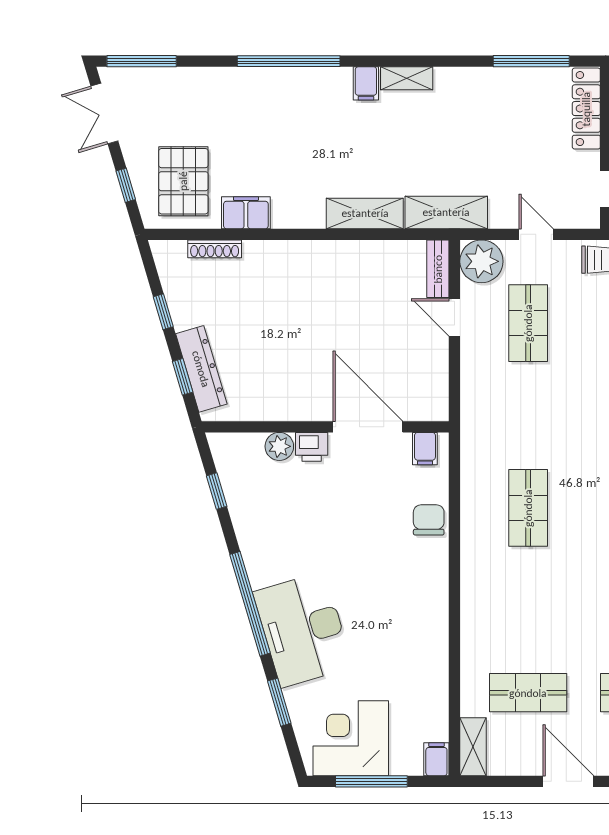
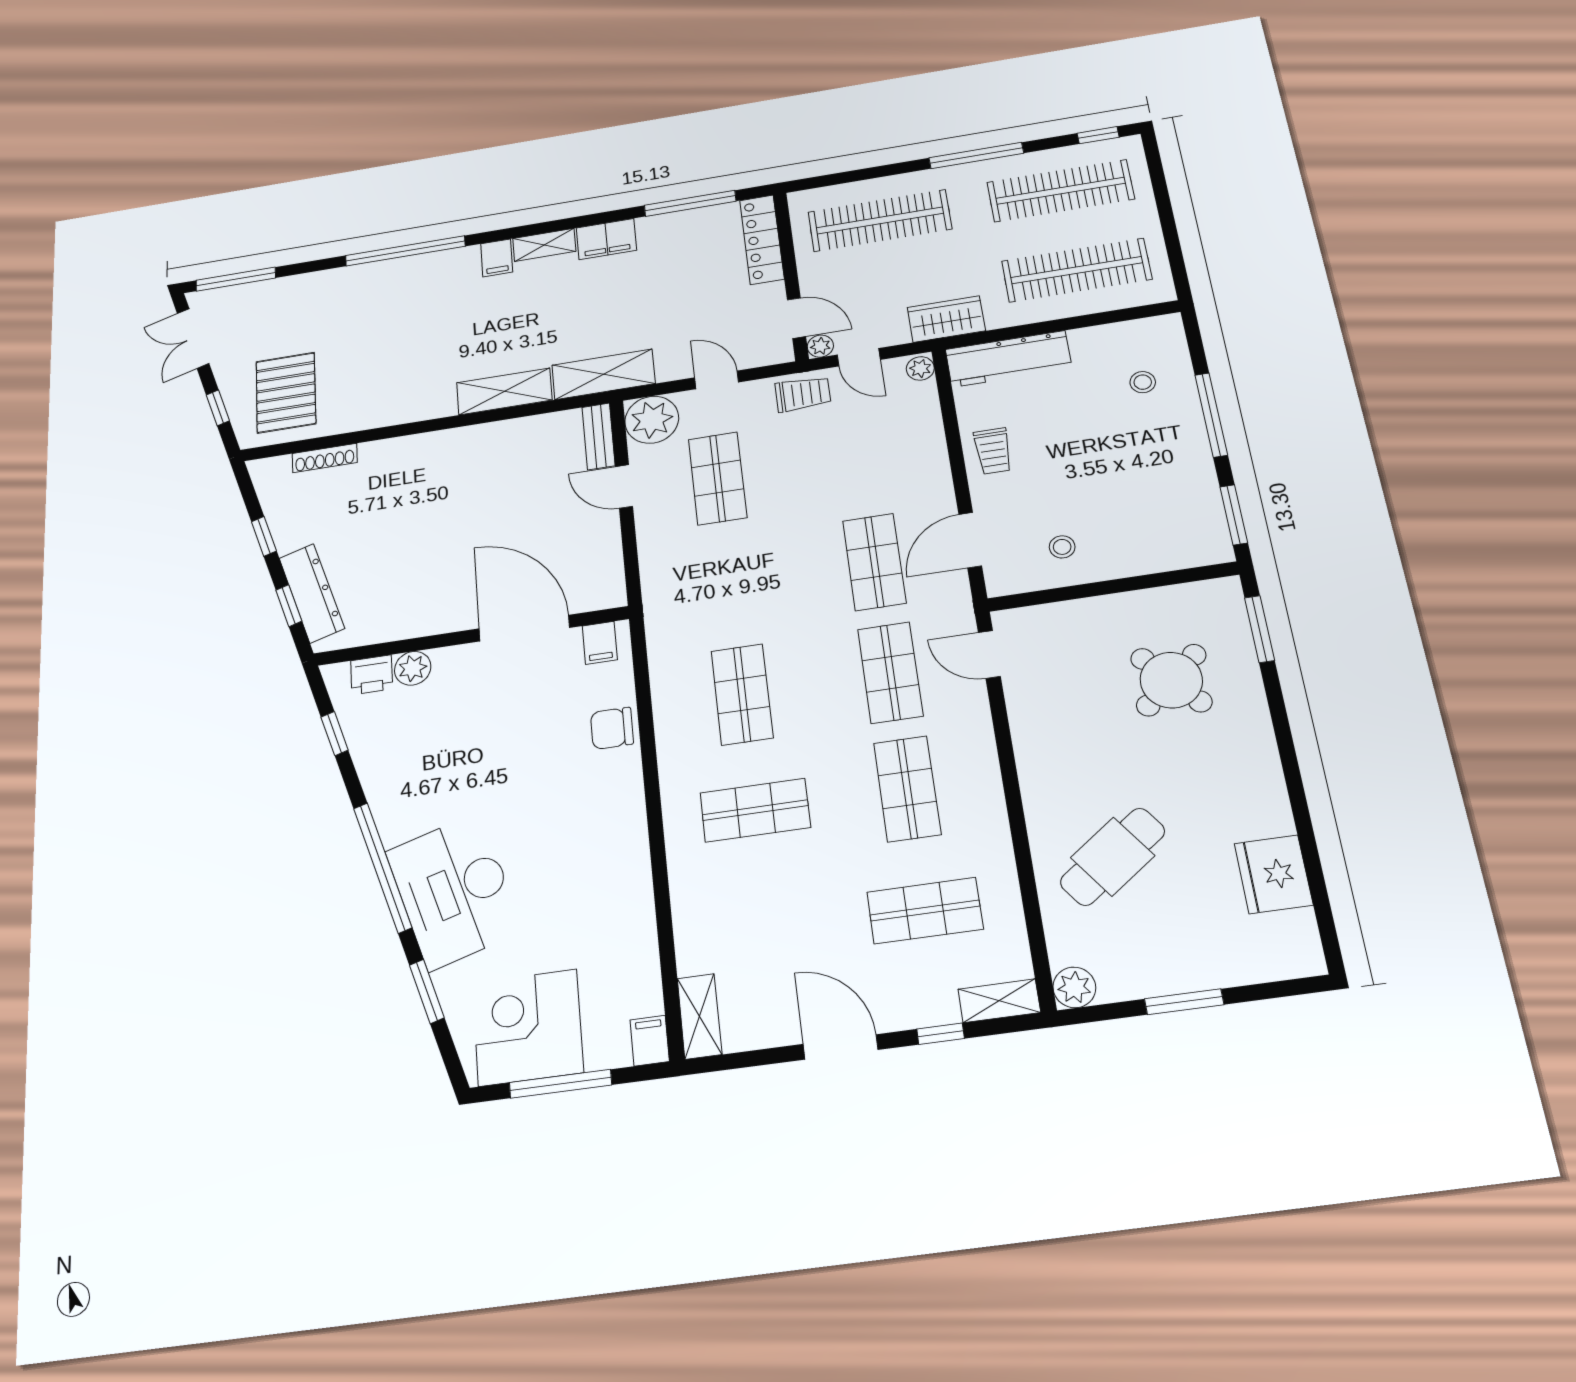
filing cabinet: (246, 213) -> (606, 239), moved, turned 180
printer: (312, 447) -> (372, 675), moved
chair: (429, 520) -> (612, 728), turned -90
shop shelf: (528, 693) -> (755, 810), moved

